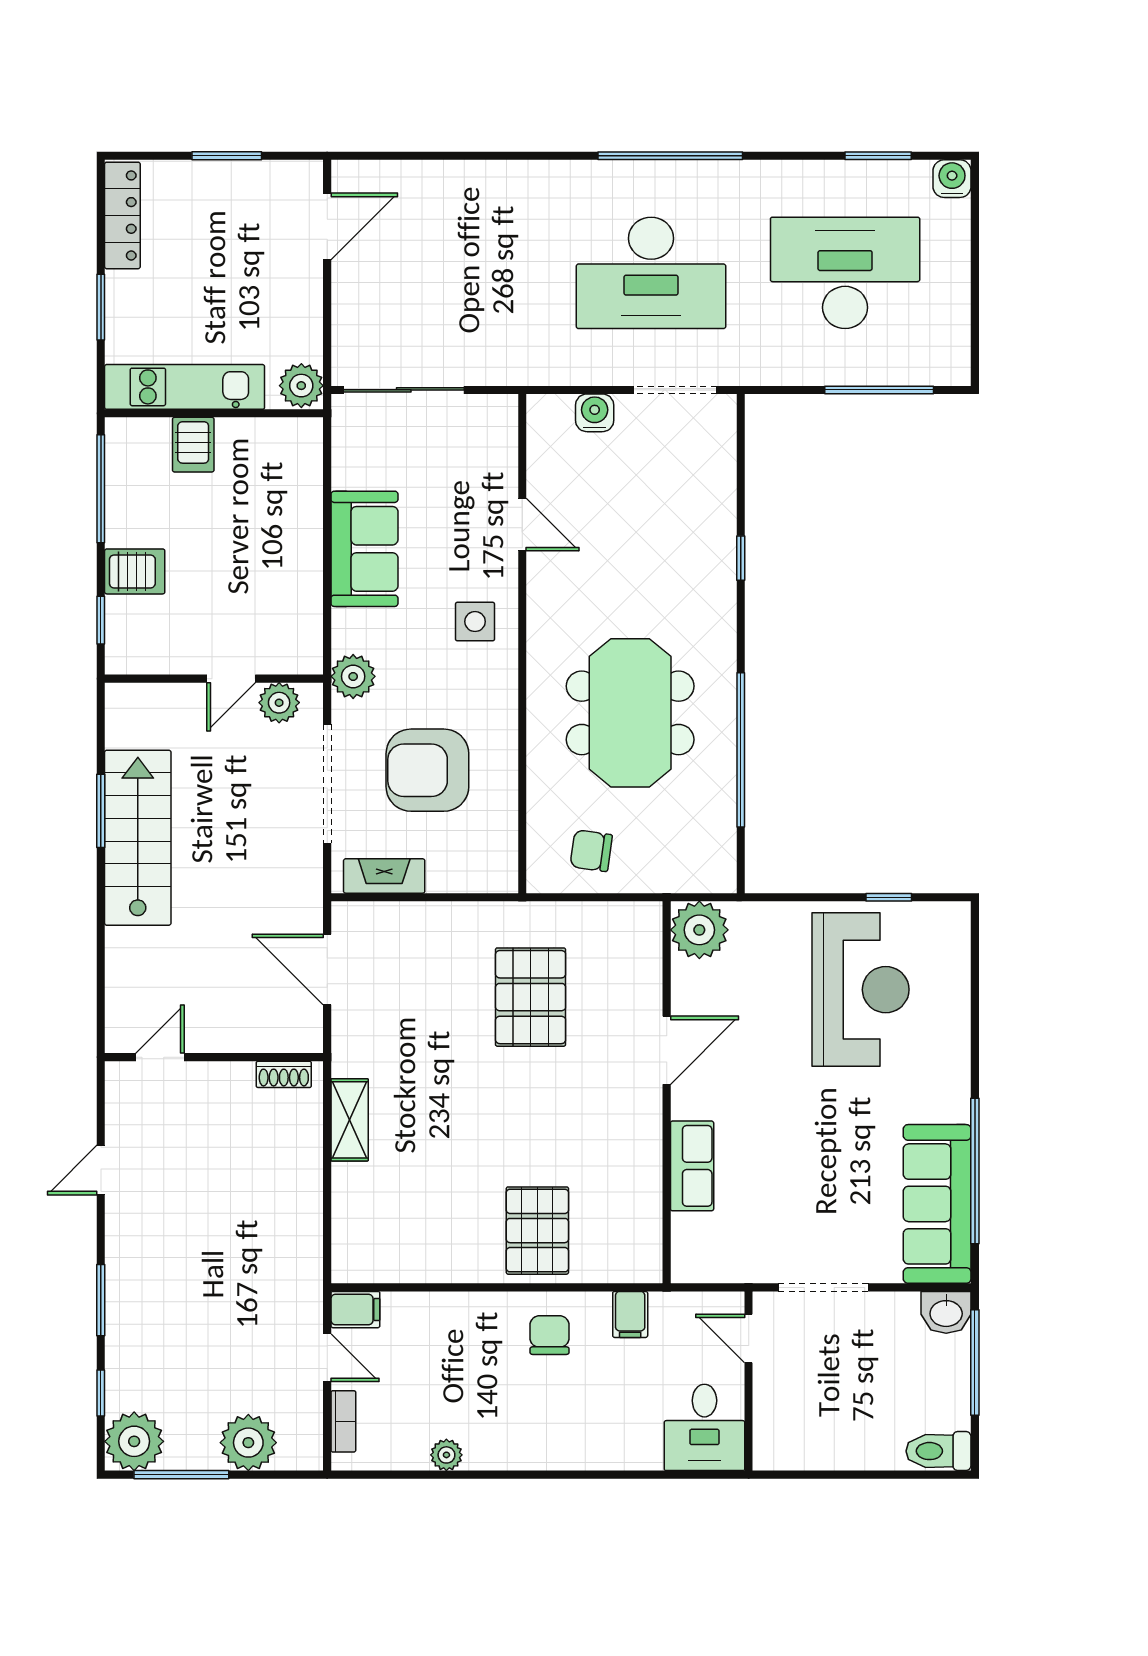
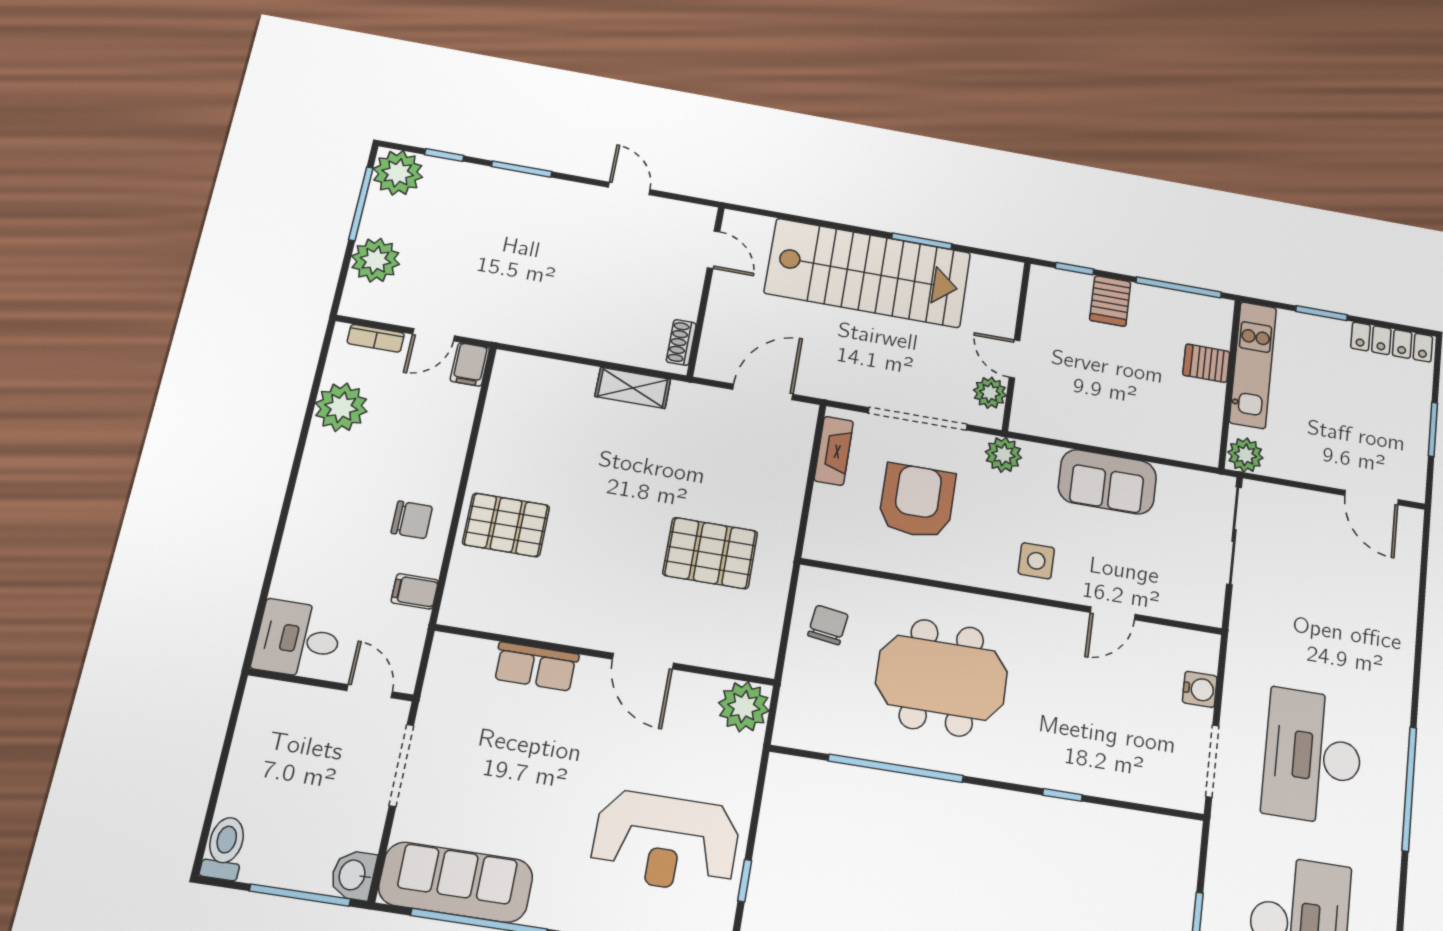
stairs: (138, 838) -> (868, 273), width x1.36, depth x1.51
door: (749, 1338) -> (370, 691), hinge flipped
plant: (446, 1455) -> (341, 407), width x1.87, depth x1.87

